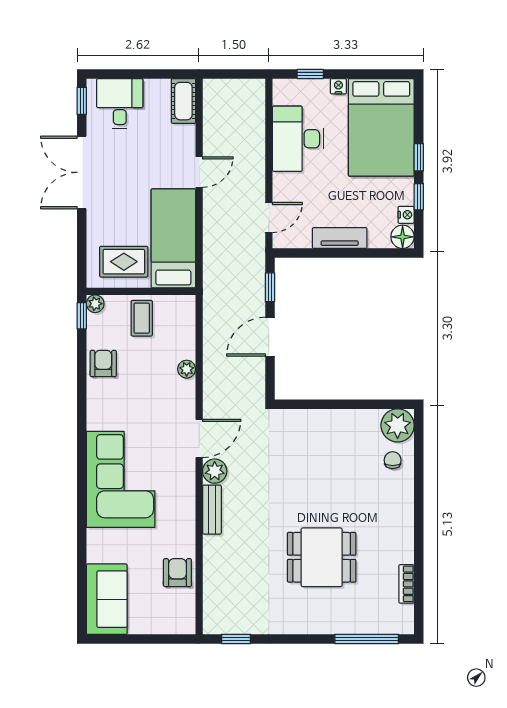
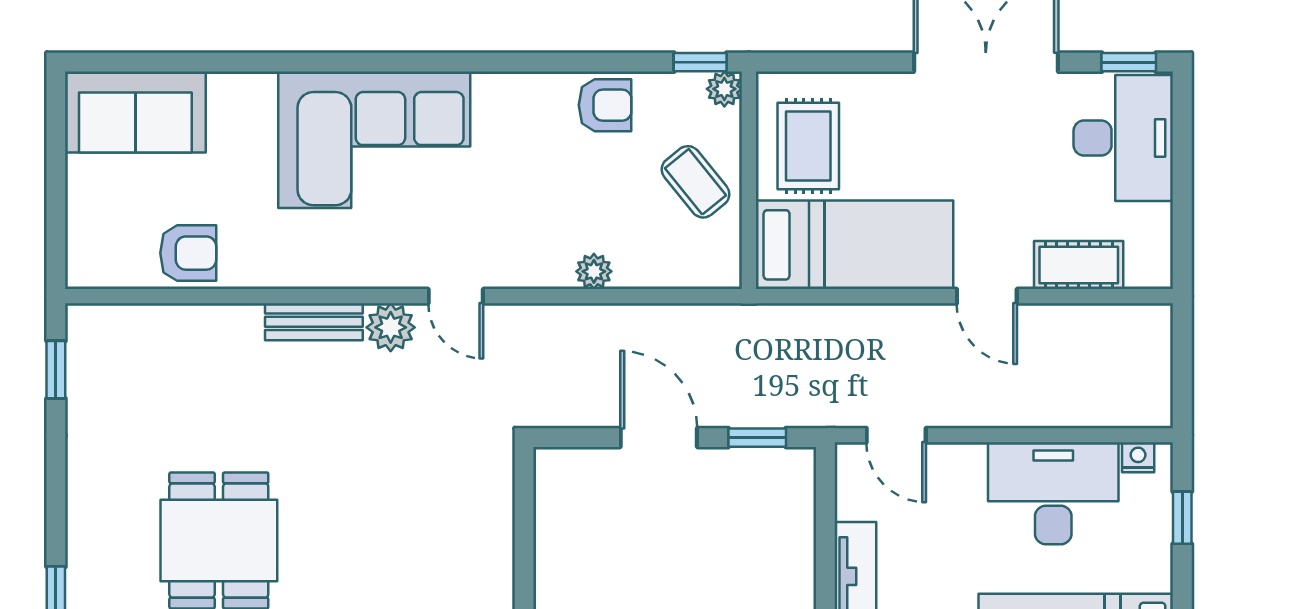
nightstand: (338, 86) -> (1138, 457), moved, turned -90
cot: (183, 101) -> (1079, 265), moved
desk: (120, 104) -> (1123, 138), width x1.37
coffee table: (142, 318) -> (695, 182), turned 51
door: (199, 438) -> (456, 296), width x0.73

